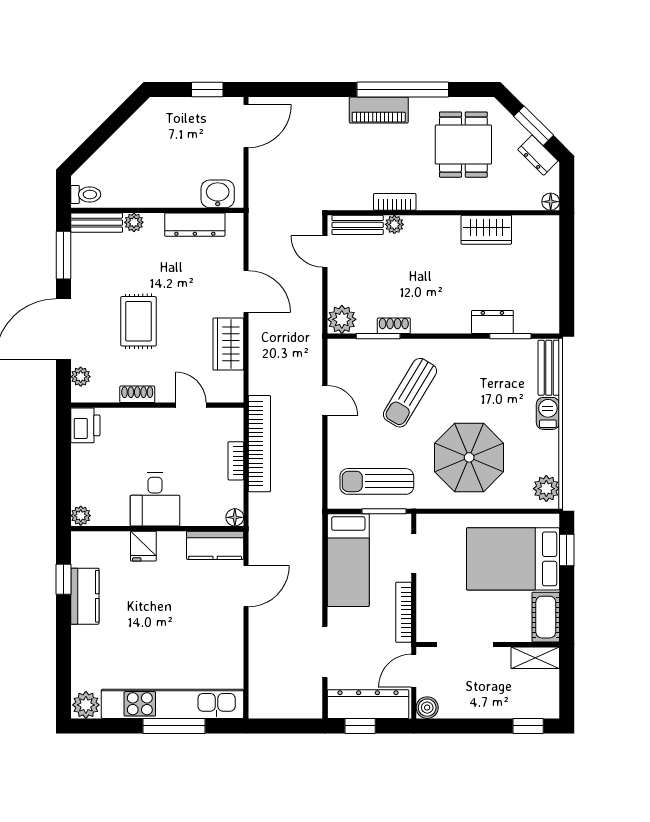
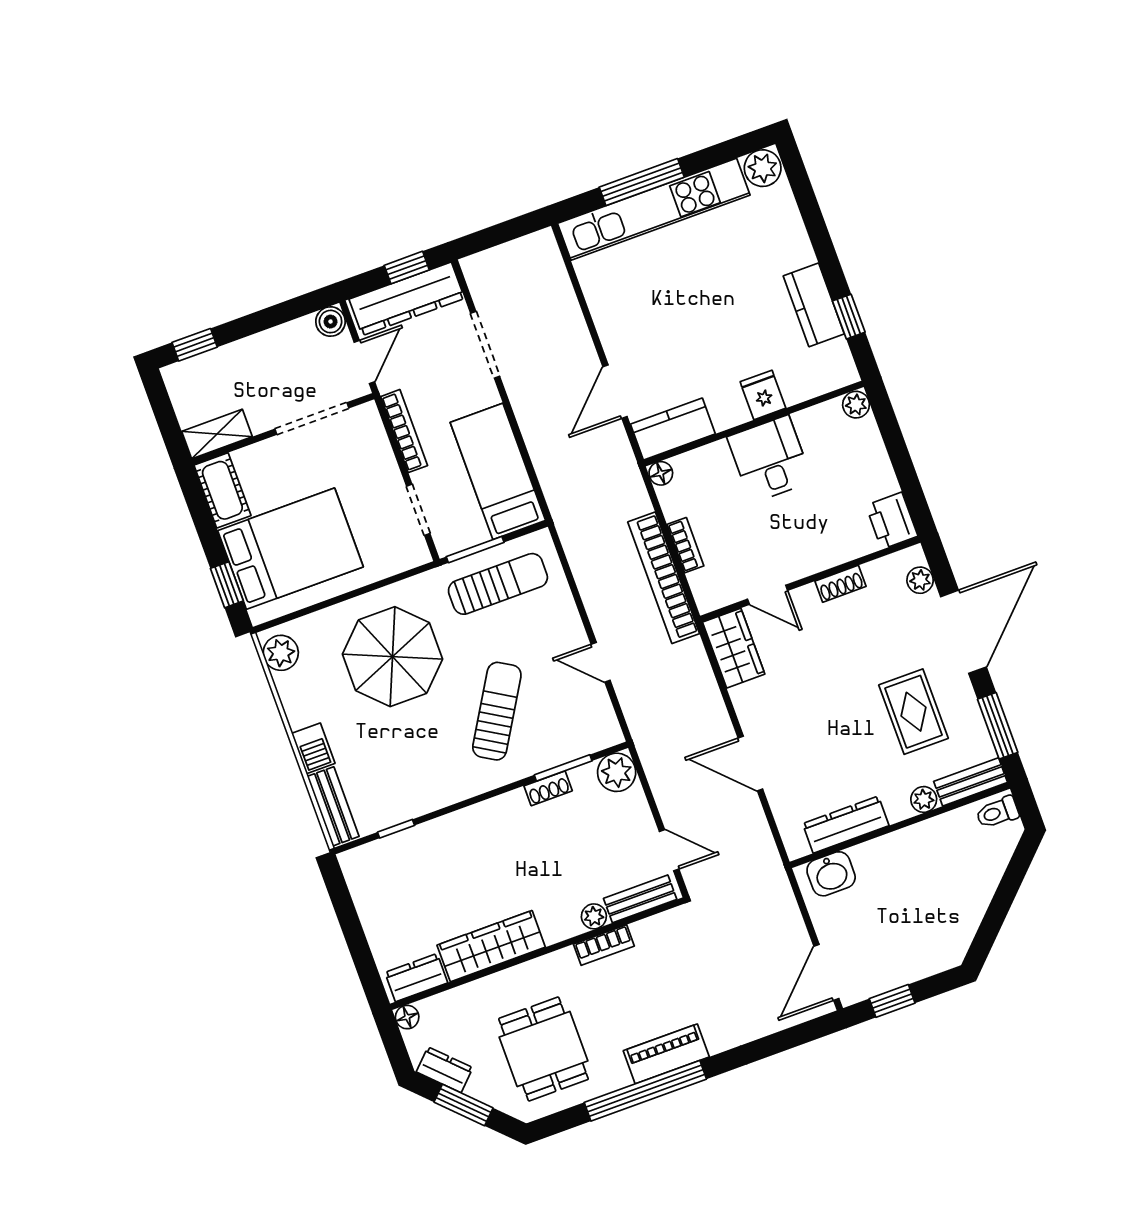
wardrobe: (486, 230) -> (491, 946), width x1.50
rug: (138, 321) -> (913, 712), moved
dresser: (492, 322) -> (416, 978), moved, turned 180
window: (510, 336) -> (396, 829), width x0.67
wardrobe: (228, 344) -> (734, 648), moved

